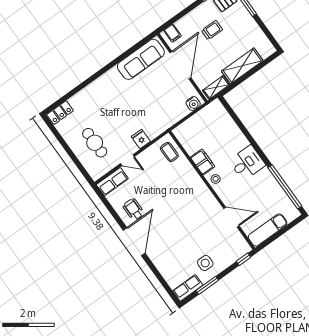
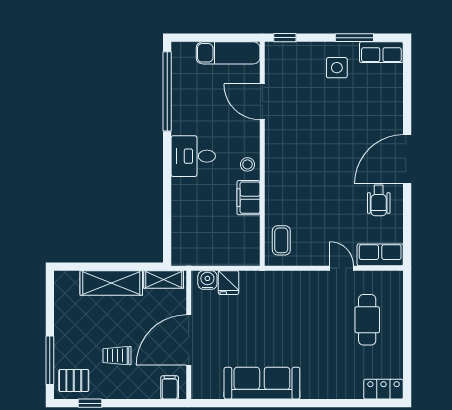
sofa: (141, 59) -> (262, 383), moved
fridge: (141, 139) -> (228, 283), moved

